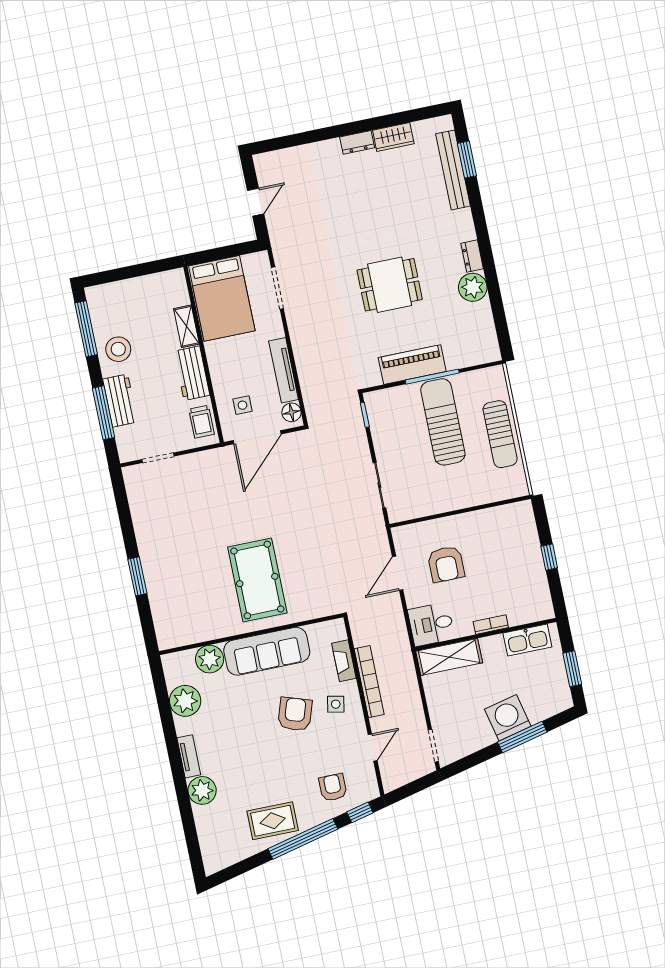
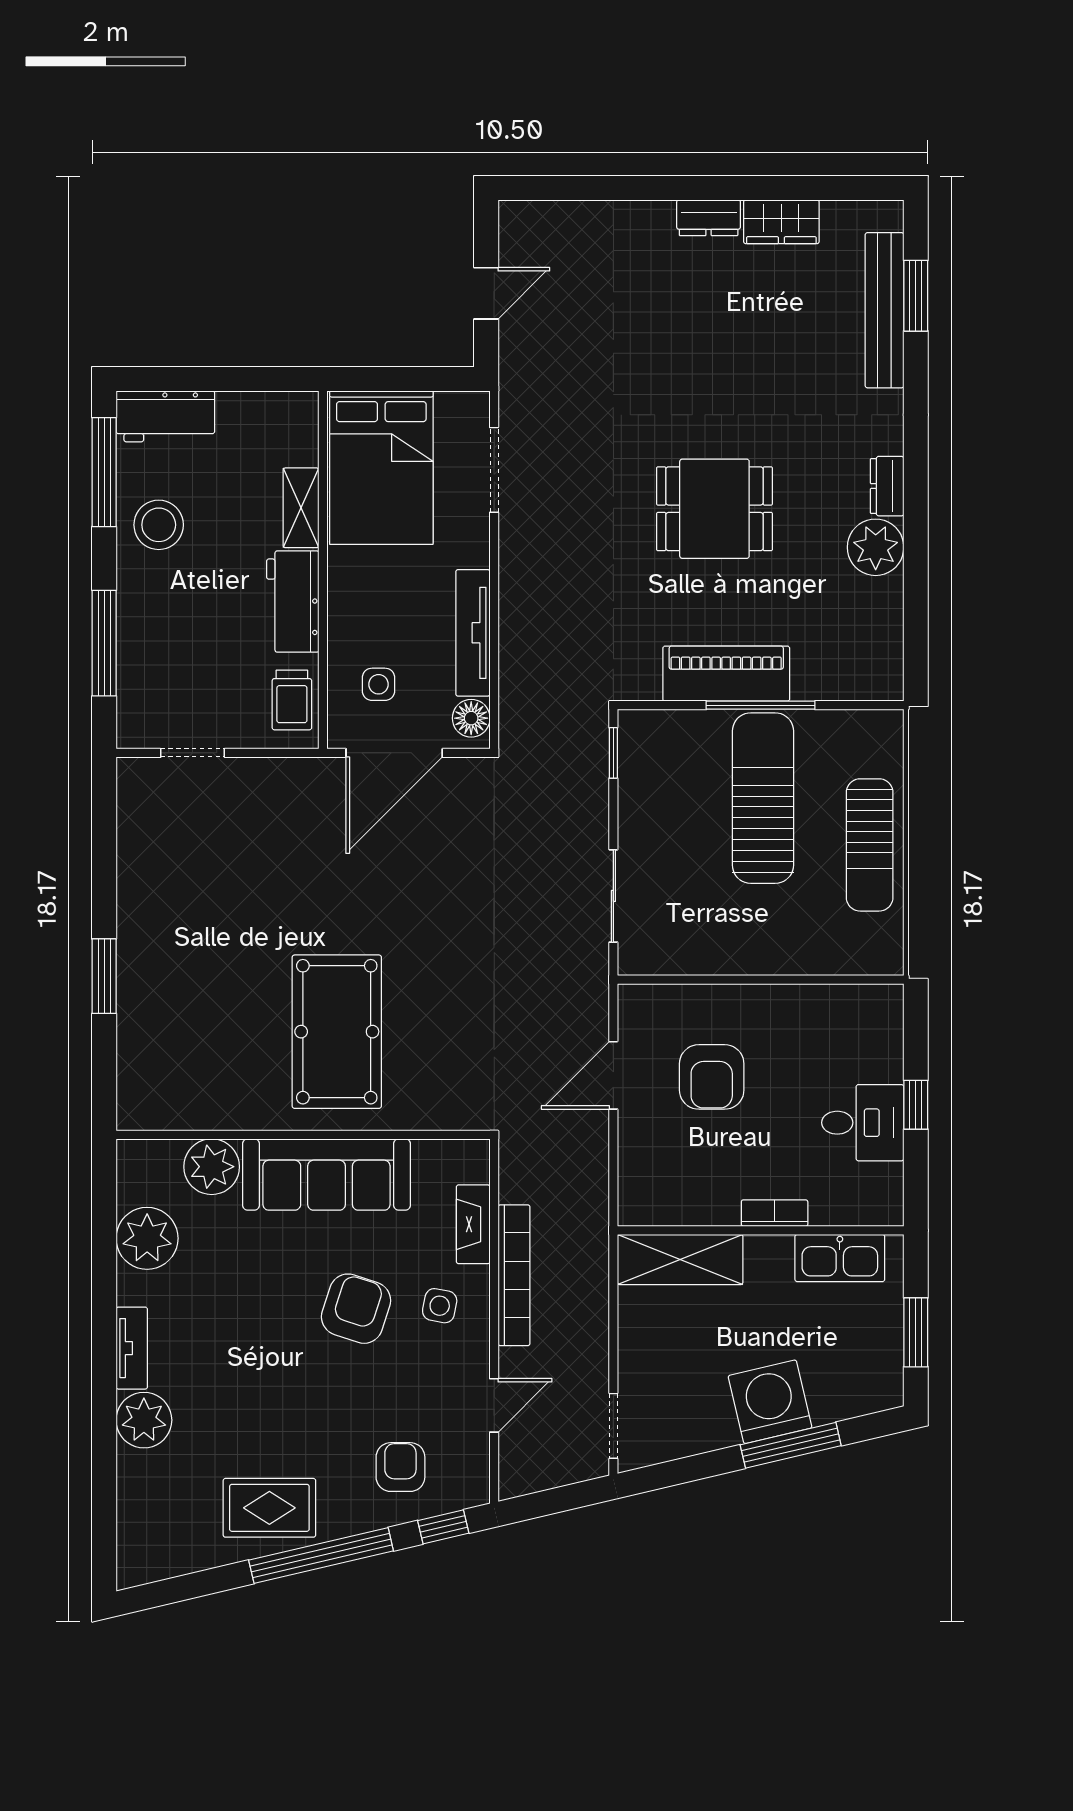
workbench: (120, 401) -> (165, 416), moved, turned 90
desk: (431, 624) -> (863, 1123), moved, turned 180

